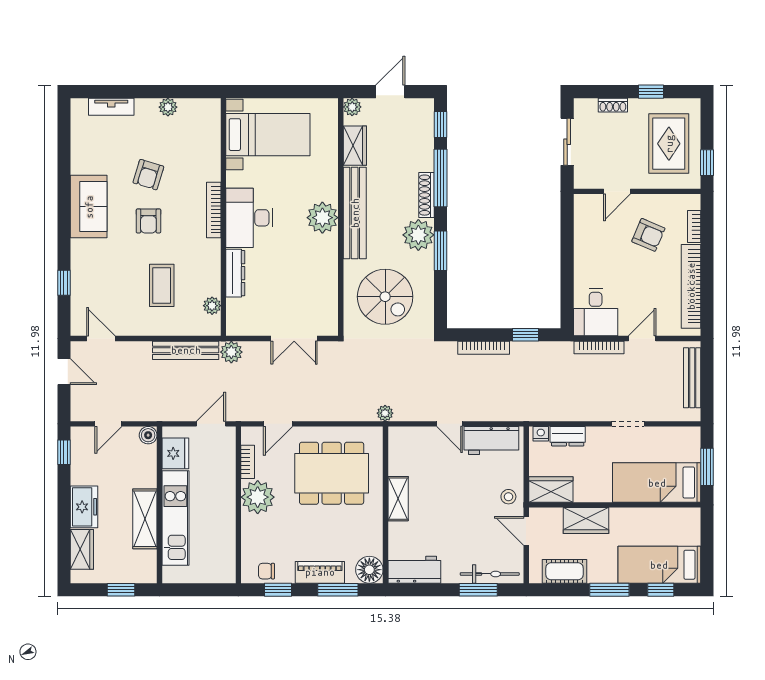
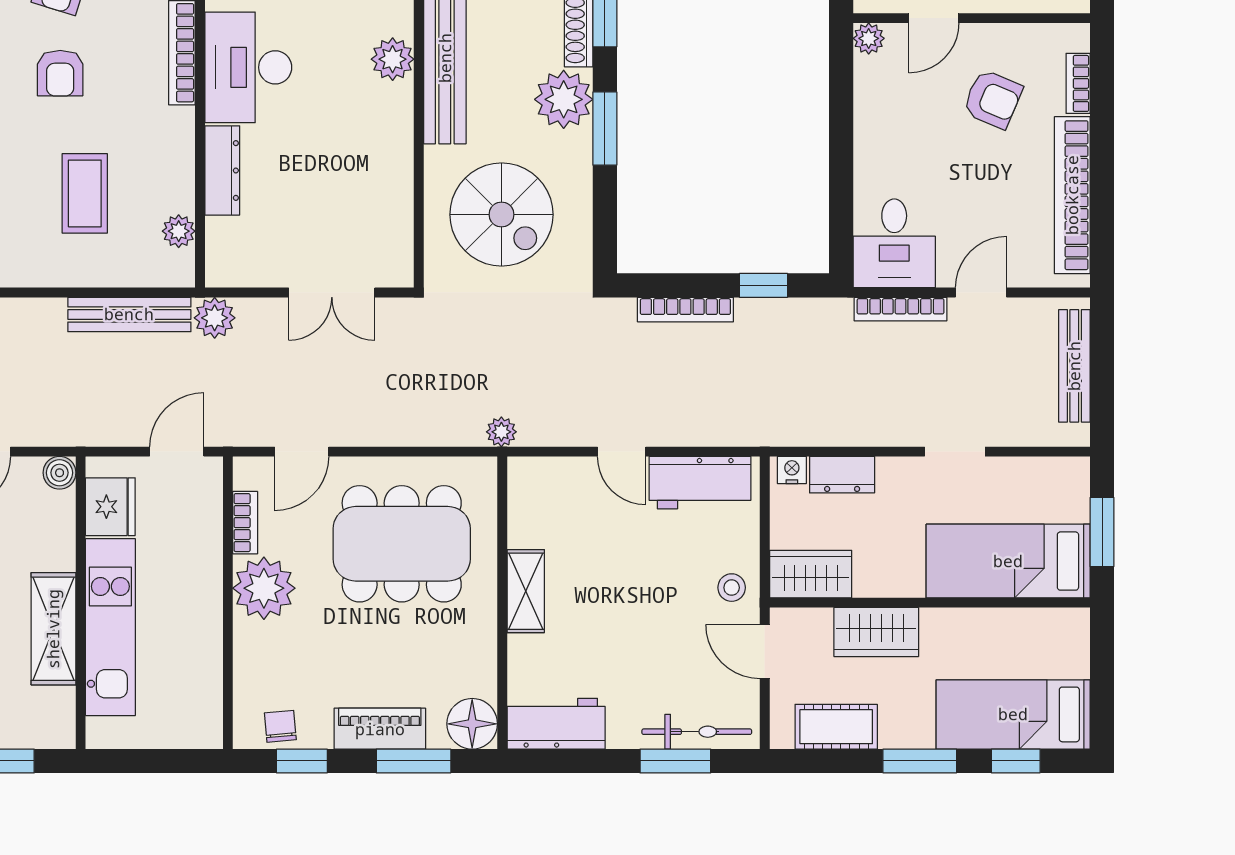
plant: (582, 202) -> (869, 38), added
plant: (322, 218) -> (393, 59), width x0.73, depth x0.73
chair: (267, 571) -> (280, 726), turned 85

